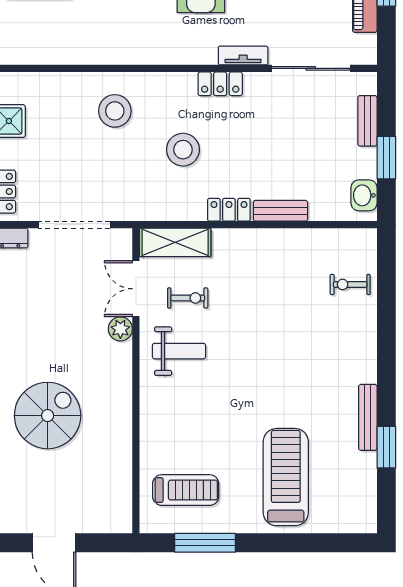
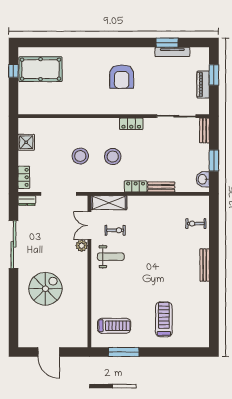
tv unit: (243, 56) -> (143, 110), removed
stool: (115, 111) -> (80, 156), moved
bench: (367, 121) -> (204, 130), moved
bench: (368, 417) -> (205, 265), moved
window: (386, 447) -> (214, 304), removed
treadmill: (286, 477) -> (164, 319), width x0.73, depth x0.73

